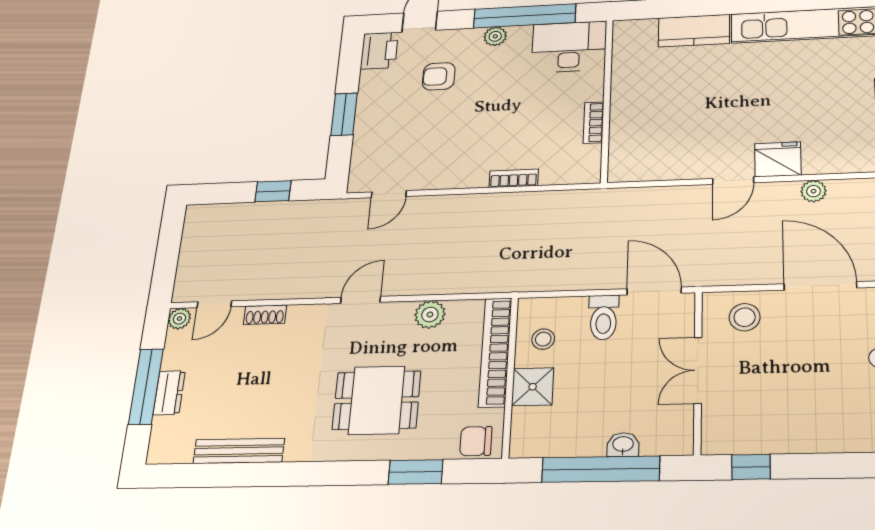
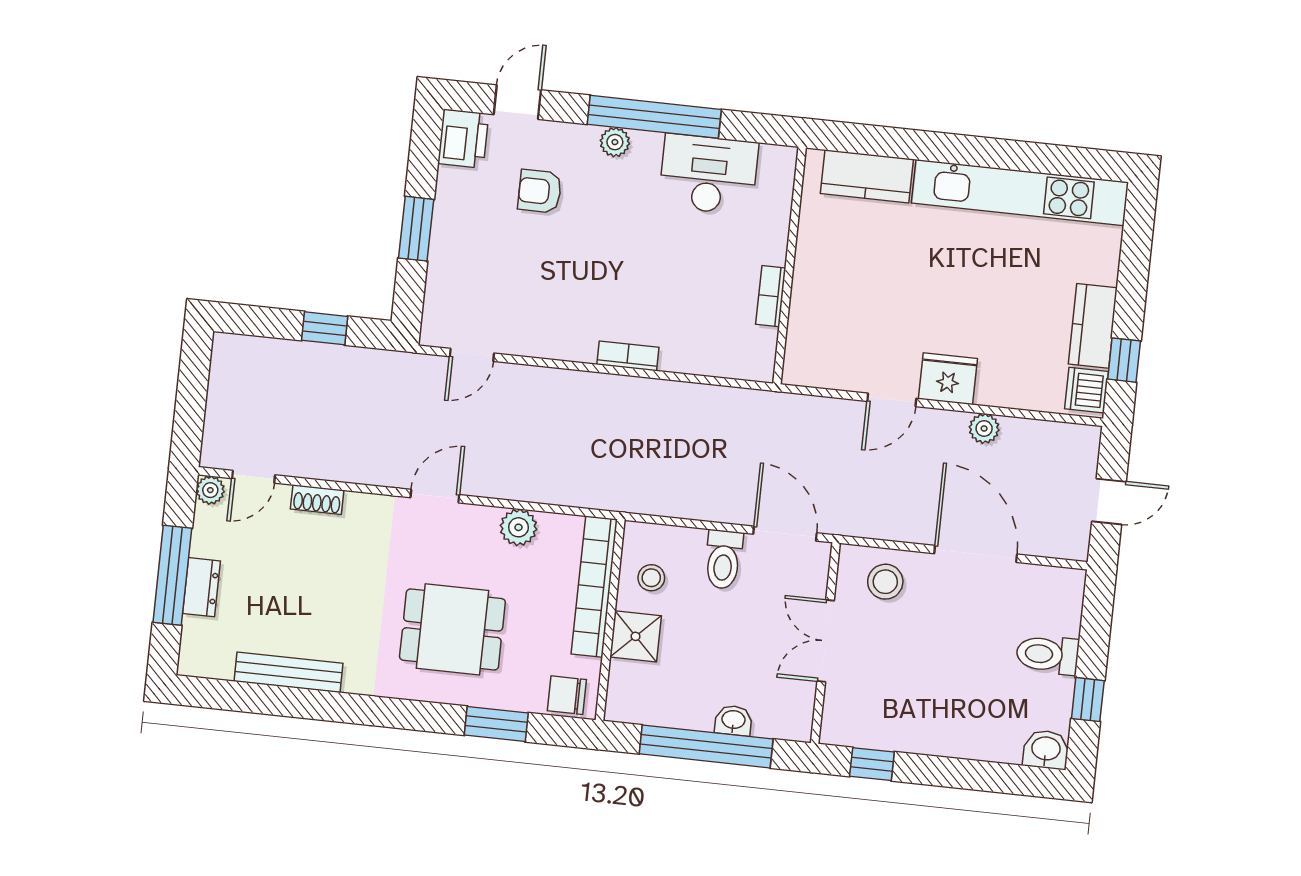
wall: (607, 100) -> (790, 266), moved
bookcase: (594, 123) -> (771, 296), moved

